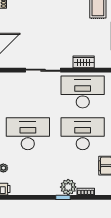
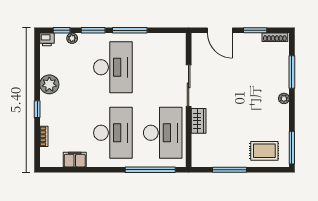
wardrobe: (84, 62) -> (199, 121), moved
plant: (68, 187) -> (49, 84), moved

